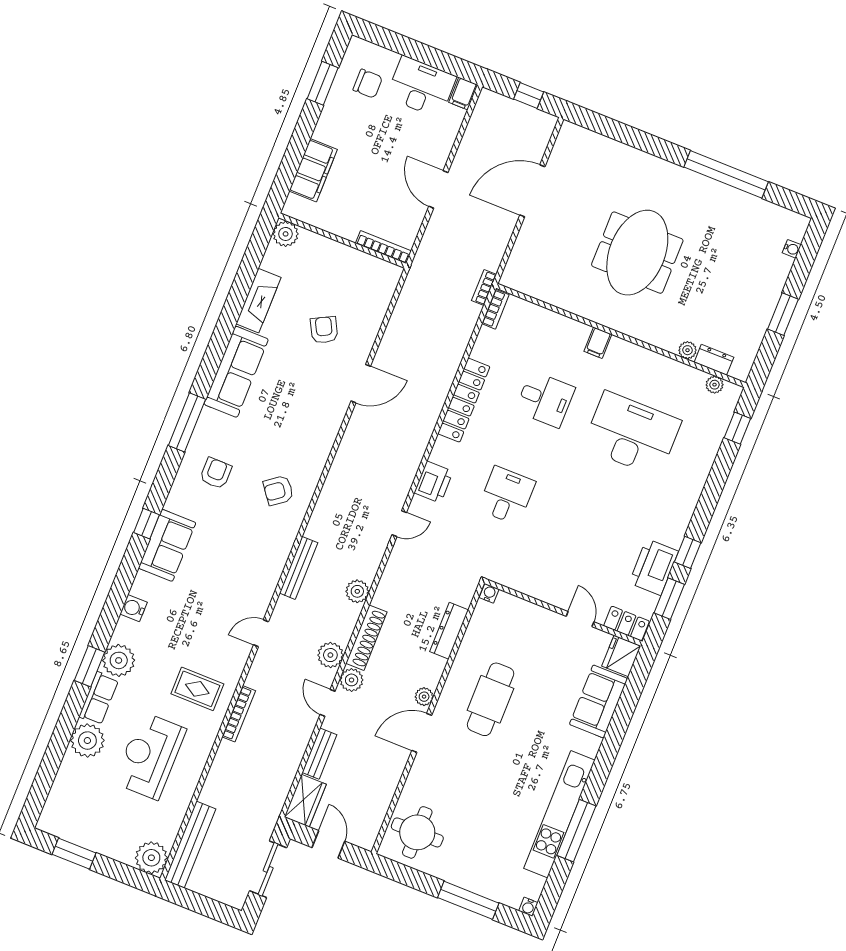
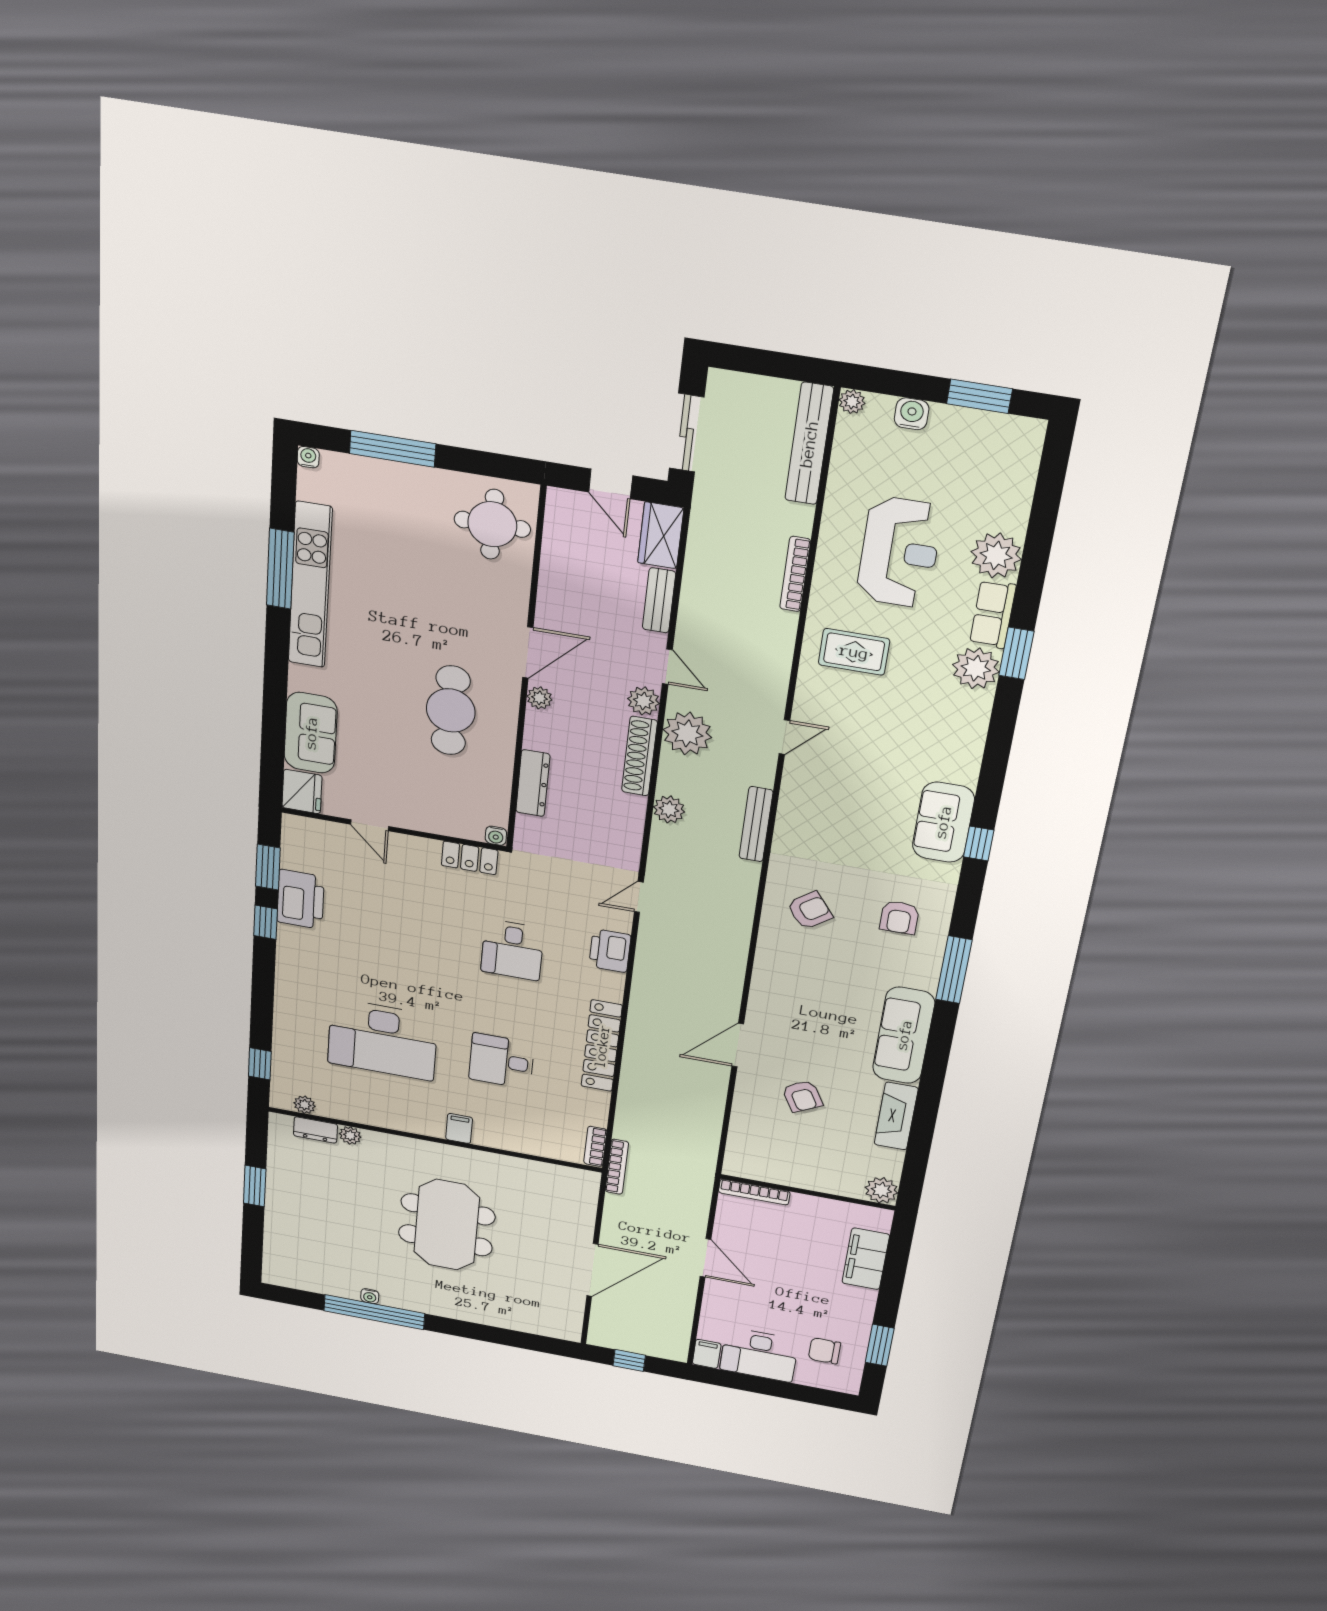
water cooler: (792, 249) -> (370, 1296), moved, turned -90
bookcase: (484, 287) -> (617, 1167), width x1.56
water cooler: (134, 608) -> (912, 414), moved, turned -90
locker: (626, 624) -> (470, 858), moved
plant: (330, 655) -> (687, 733), width x1.36, depth x1.36
bookcase: (239, 714) -> (795, 574), moved
plant: (151, 858) -> (852, 402), width x0.53, depth x0.53

